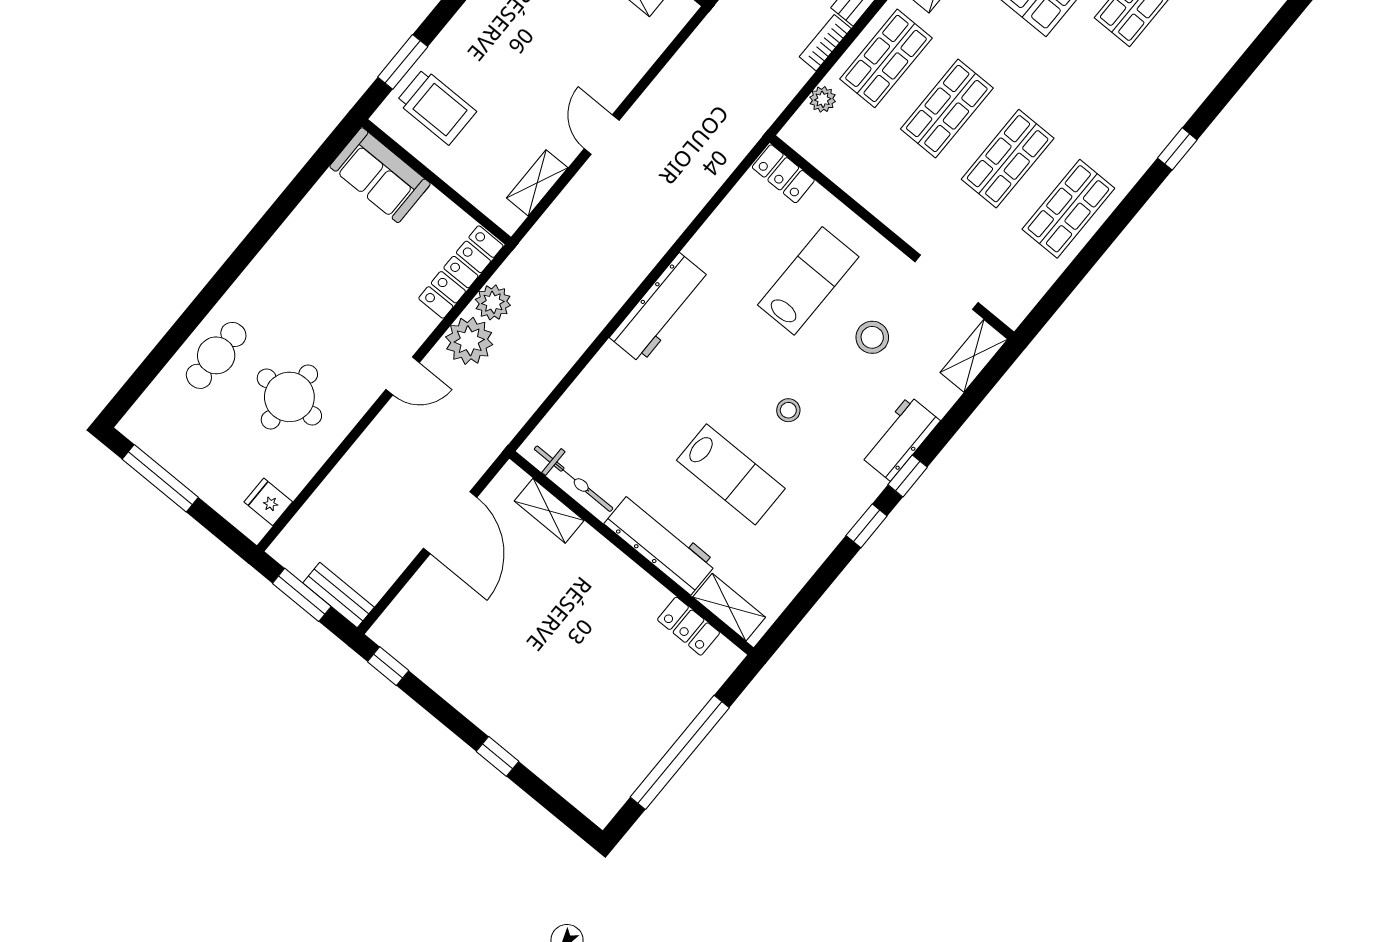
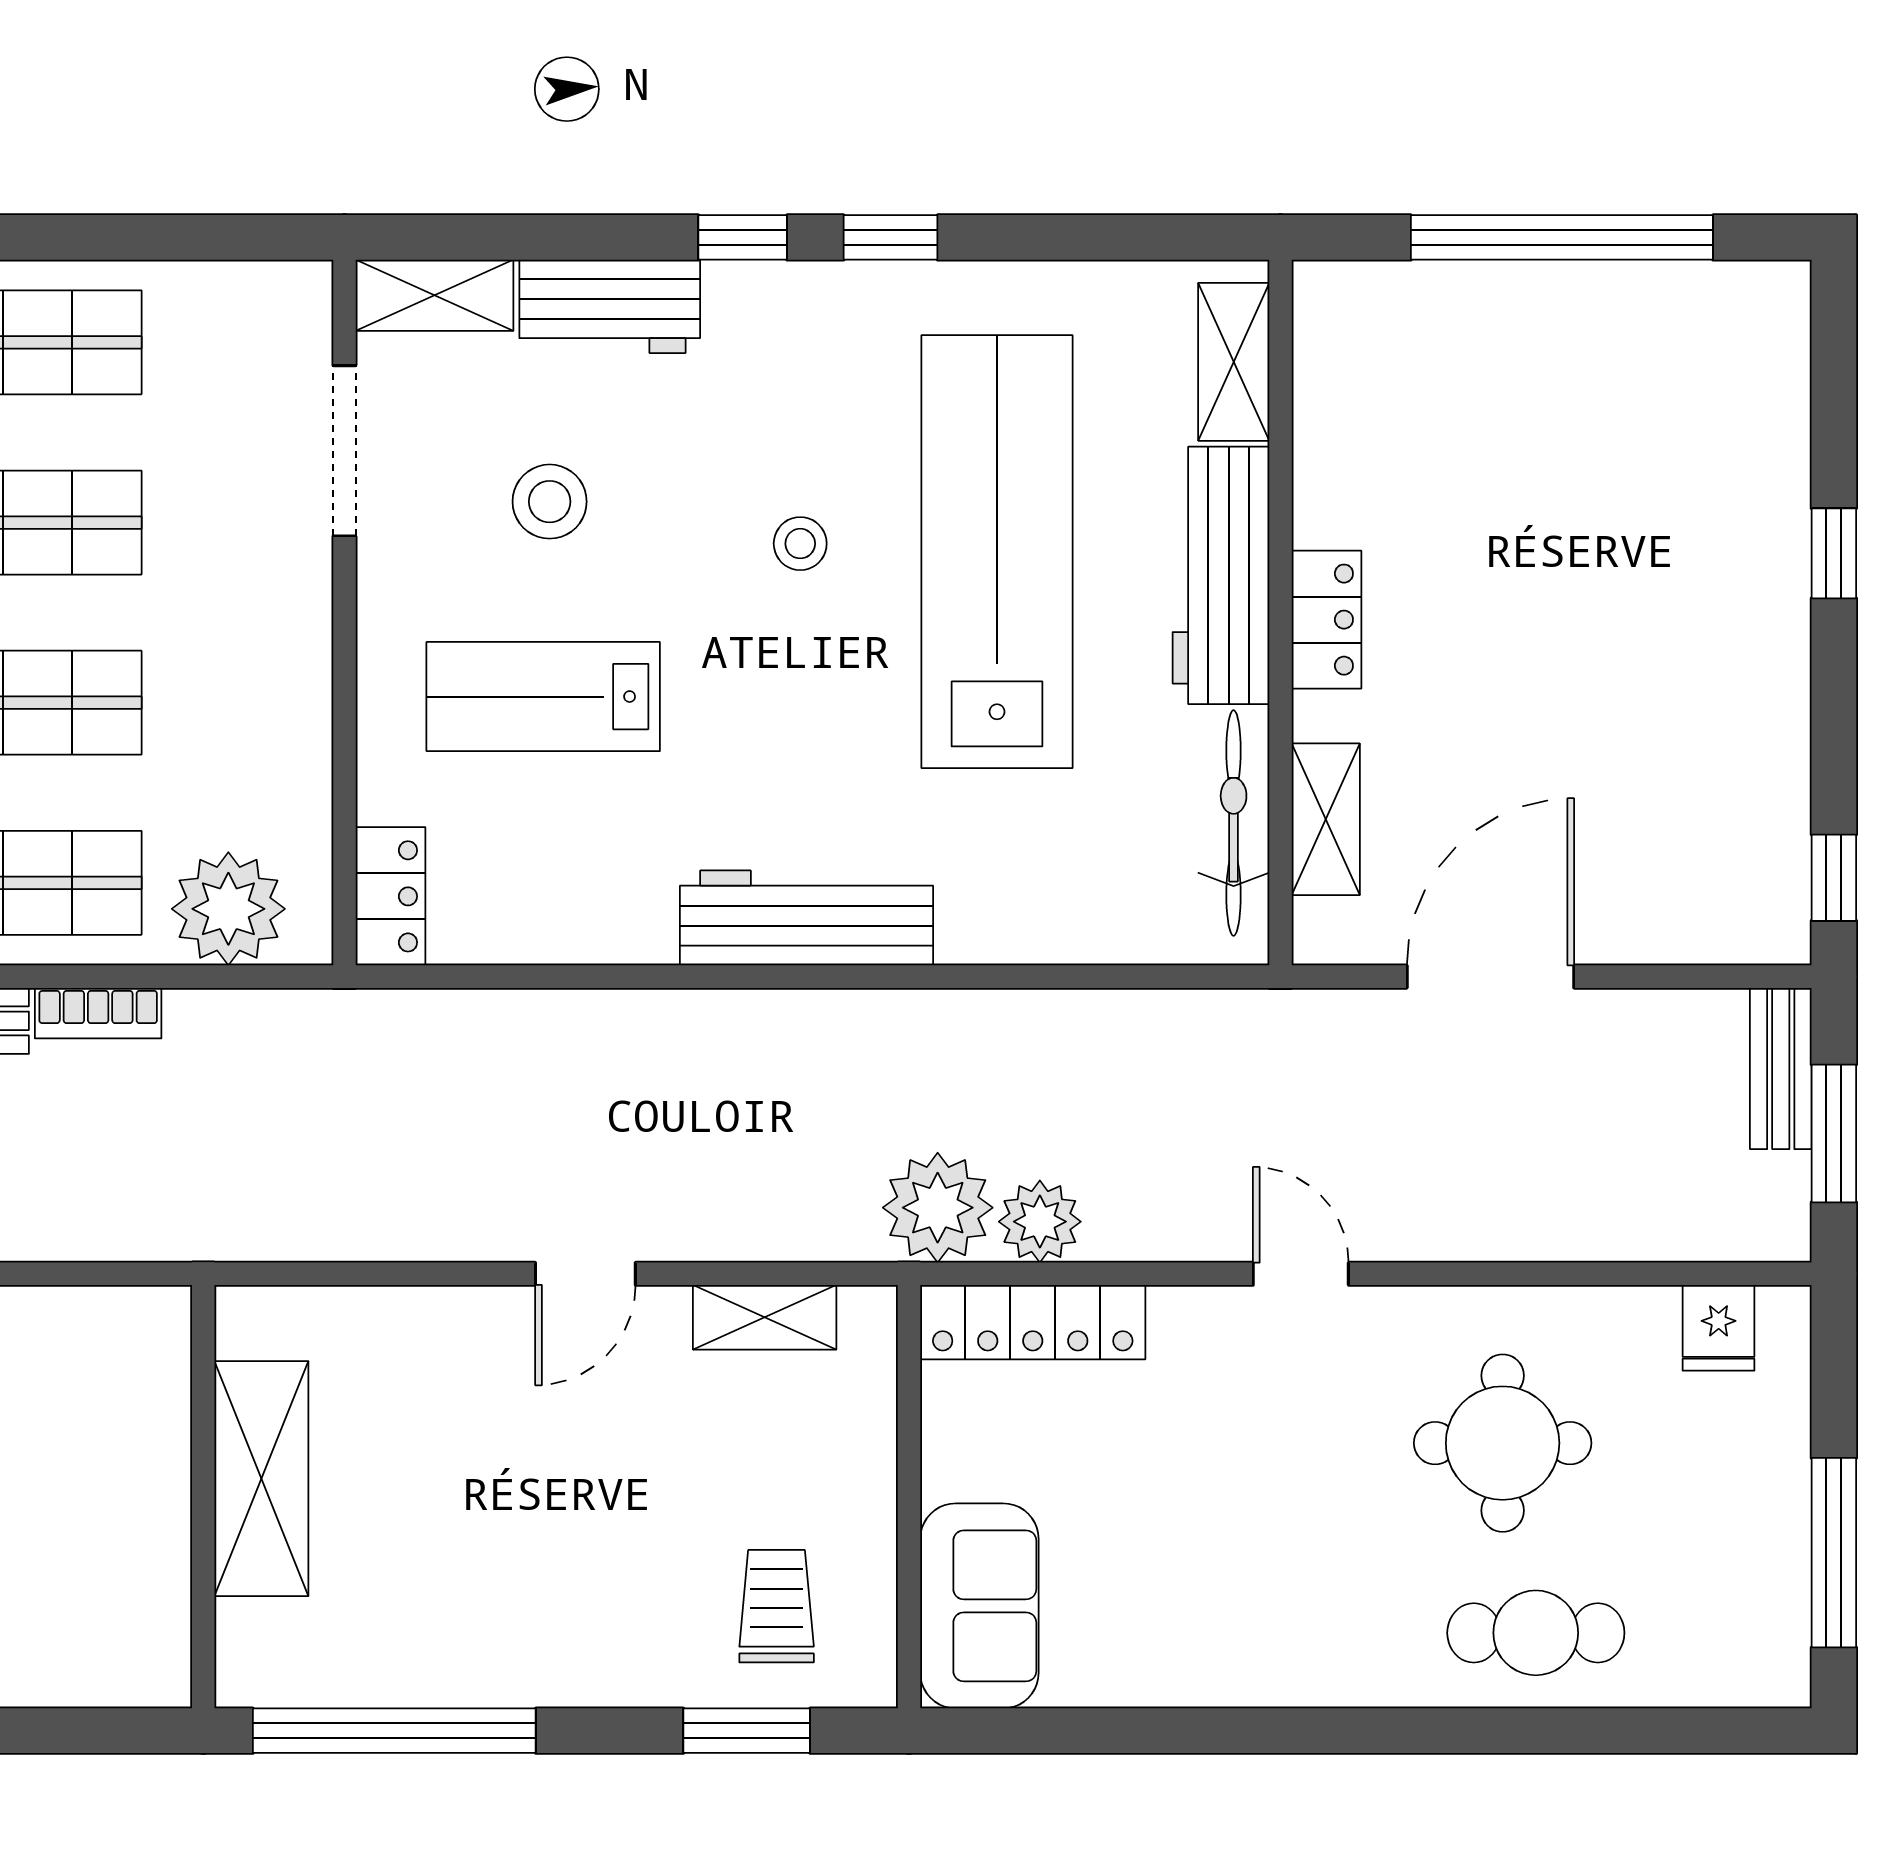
plant: (823, 99) -> (228, 909), width x1.87, depth x1.87
trolley: (436, 107) -> (777, 1606), width x0.73, depth x0.72
plant: (469, 341) -> (938, 1208), moved
workbench: (900, 438) -> (610, 306), moved
lab bench: (731, 474) -> (997, 552), width x1.86, depth x1.39
locker: (689, 626) -> (1326, 620), moved

